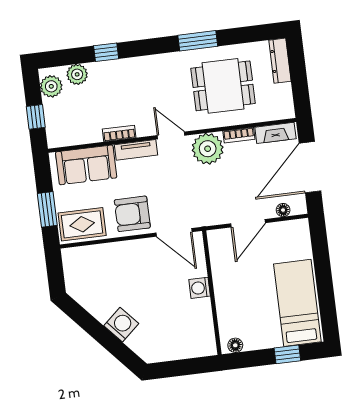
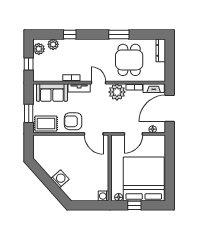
dining table: (223, 86) -> (129, 60), turned 90
washing machine: (200, 288) -> (104, 196), moved
bed: (297, 303) -> (144, 179), width x2.04
window: (287, 354) -> (134, 205), moved

